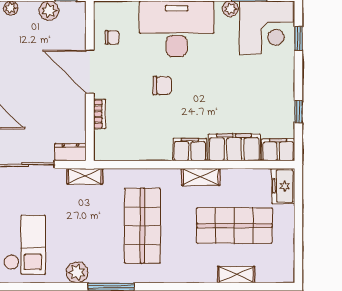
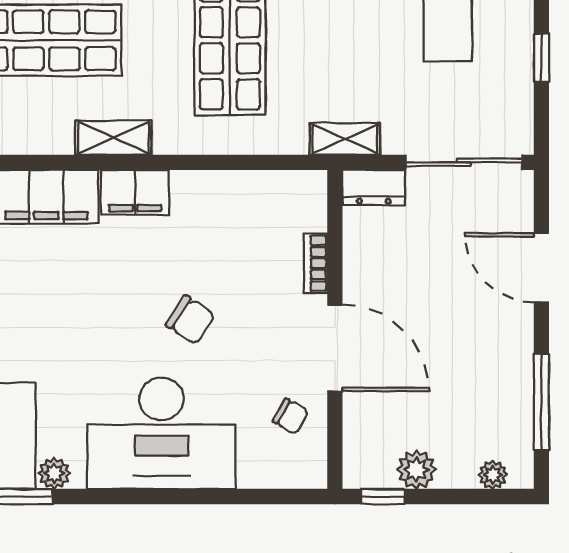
chair: (112, 37) -> (291, 416), turned -150
chair: (162, 86) -> (190, 320), turned -146

